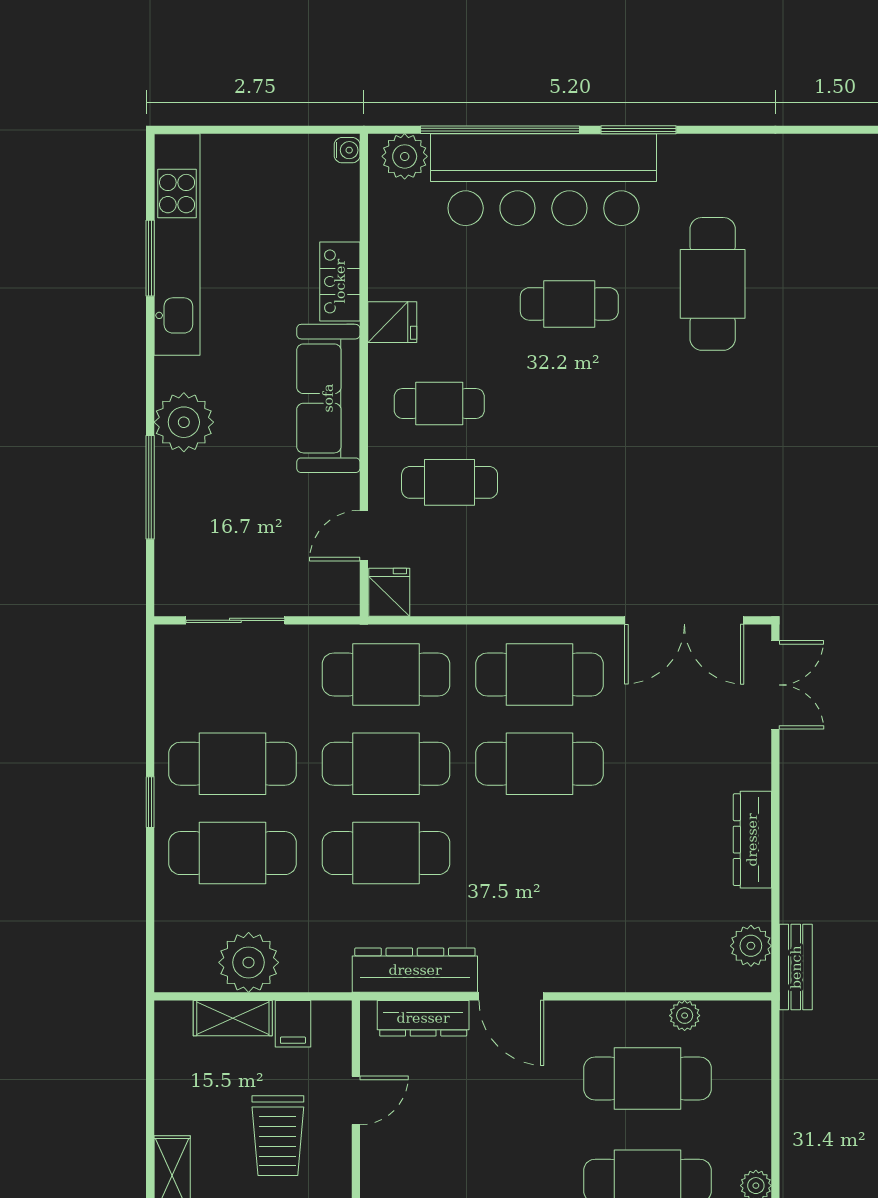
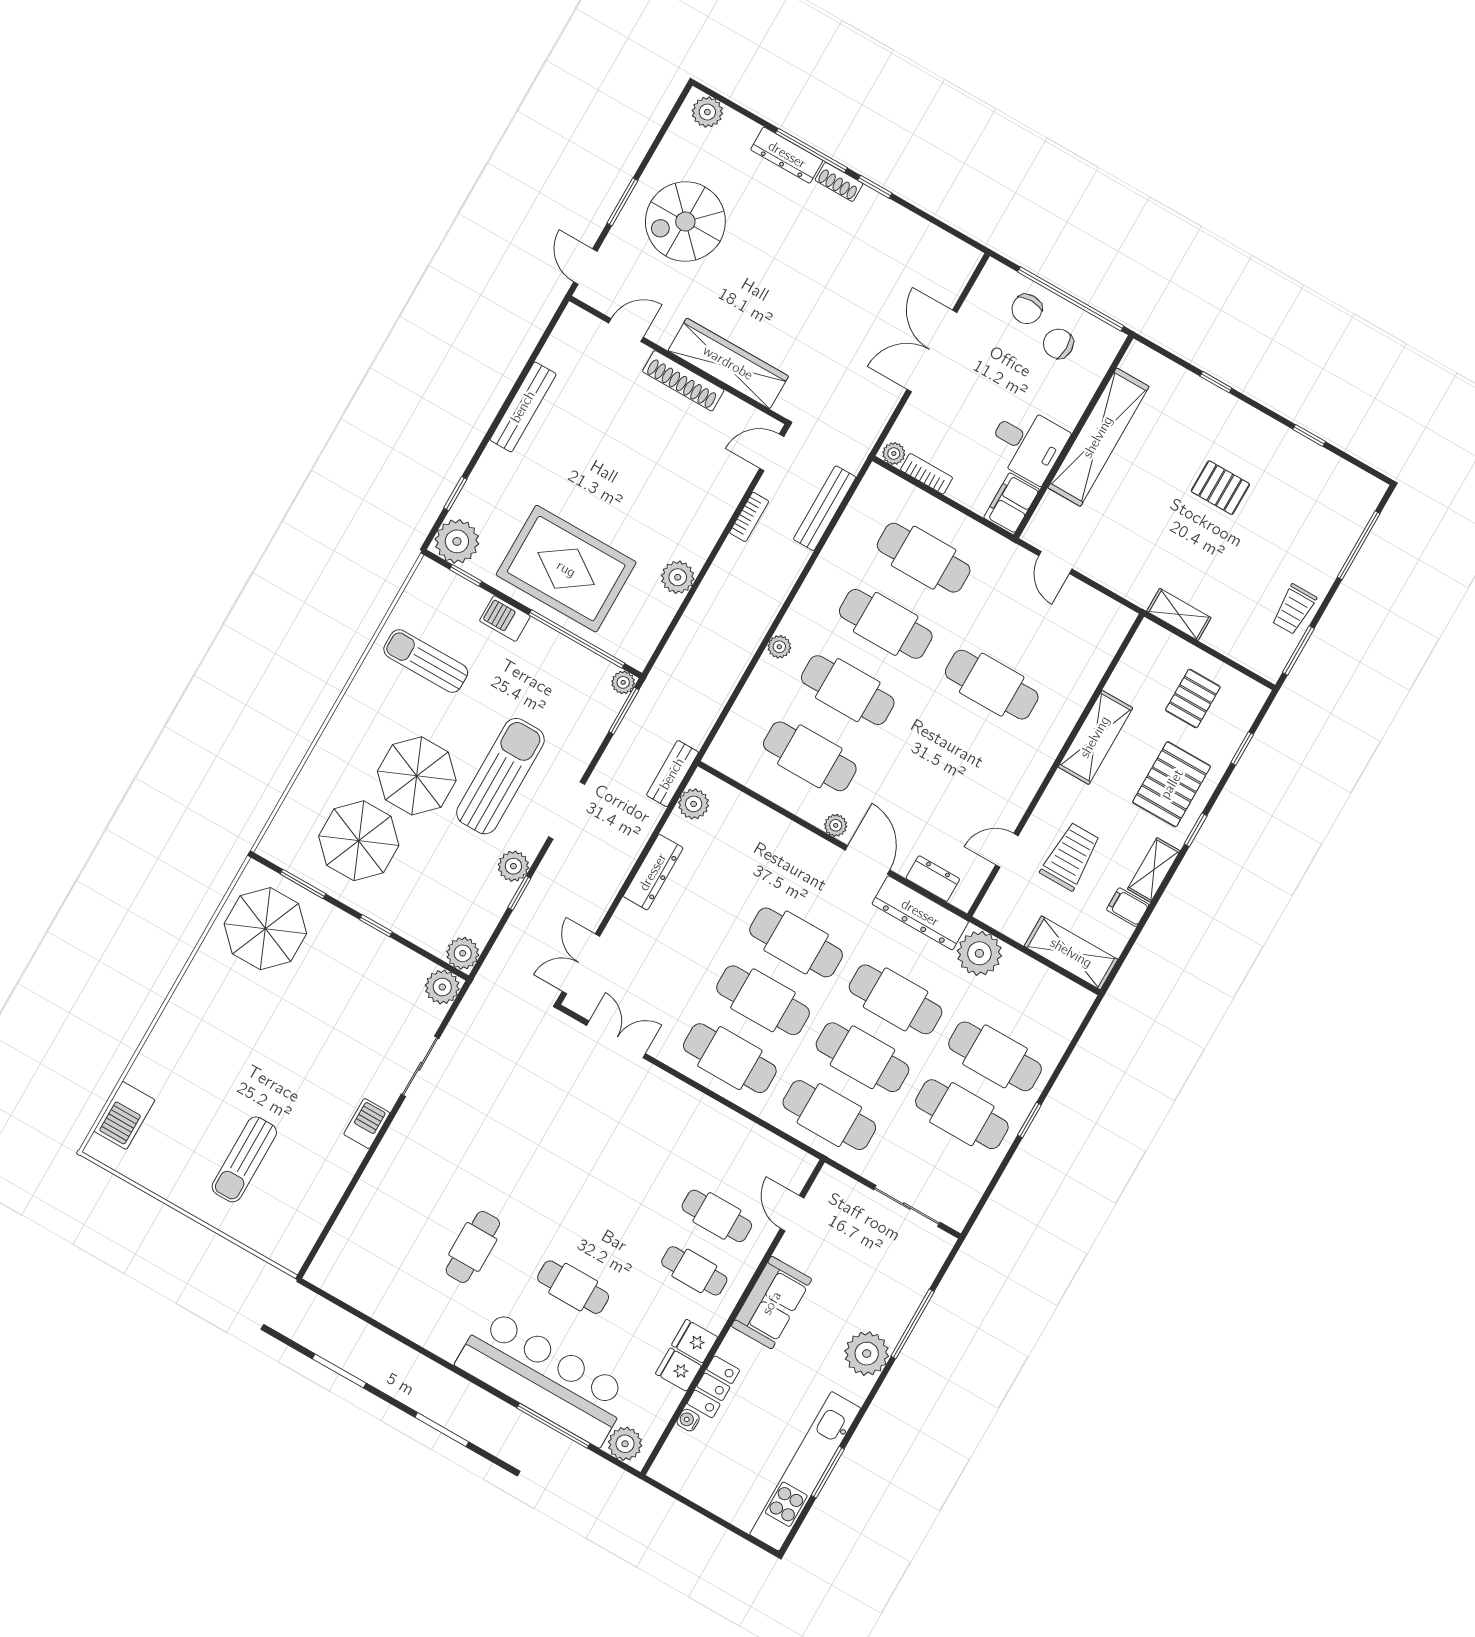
window: (500, 130) -> (553, 1426), width x0.68
window: (639, 130) -> (464, 1374), removed
water cooler: (347, 150) -> (688, 1420), moved
cafe table: (713, 284) -> (473, 1247), width x0.73, depth x0.74
sofa: (328, 398) -> (772, 1303), width x0.73
door: (364, 536) -> (792, 1213), swing flipped
fridge: (389, 592) -> (678, 1370), moved, turned 90
double door: (684, 620) -> (616, 1039), width x0.73
cafe table: (540, 853) -> (796, 942), added
plant: (249, 962) -> (979, 953), moved
plant: (685, 1016) -> (836, 825), moved
shelving: (233, 1018) -> (1071, 953), width x1.50, depth x1.33
dresser: (423, 1018) -> (933, 879), width x0.70
filing cabinet: (293, 1024) -> (1128, 907), moved, turned -90

